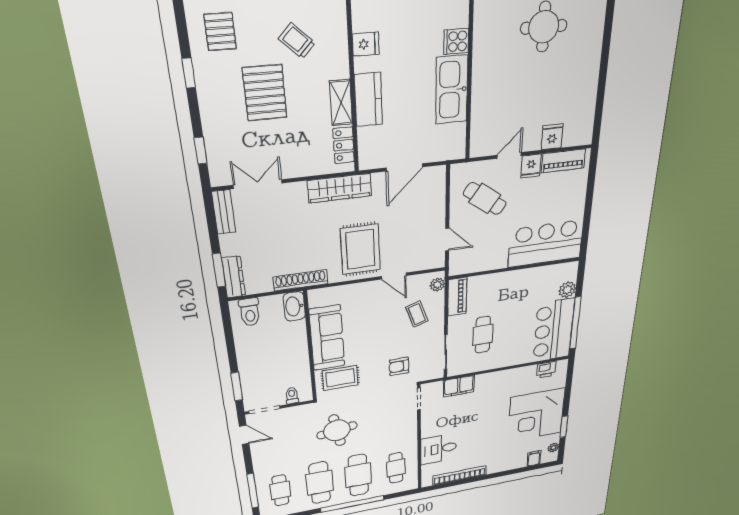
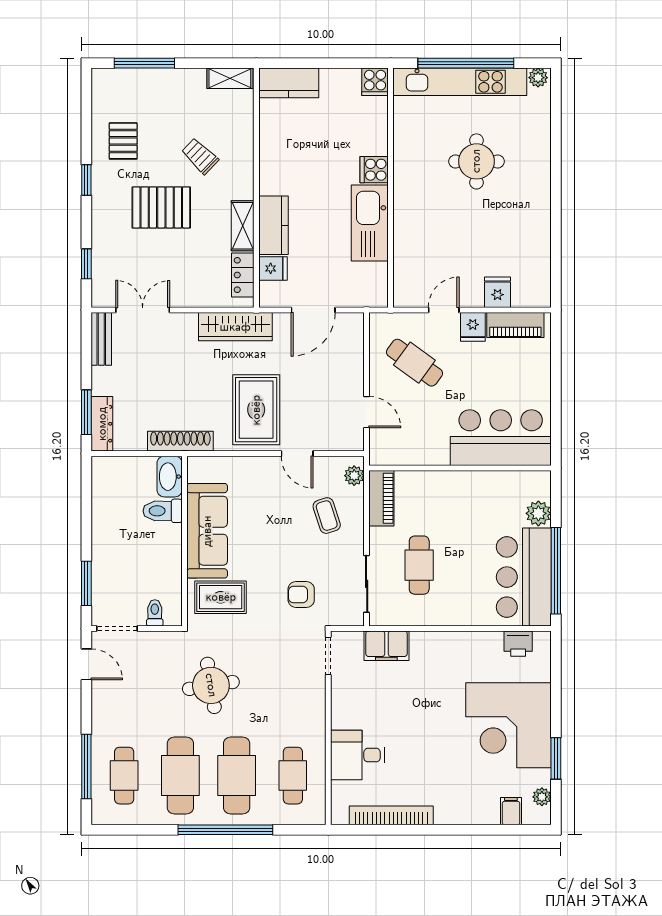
fridge: (366, 44) -> (273, 268), moved
pallet: (265, 93) -> (161, 207), turned 90
toilet: (250, 312) -> (163, 511), moved, turned 90

